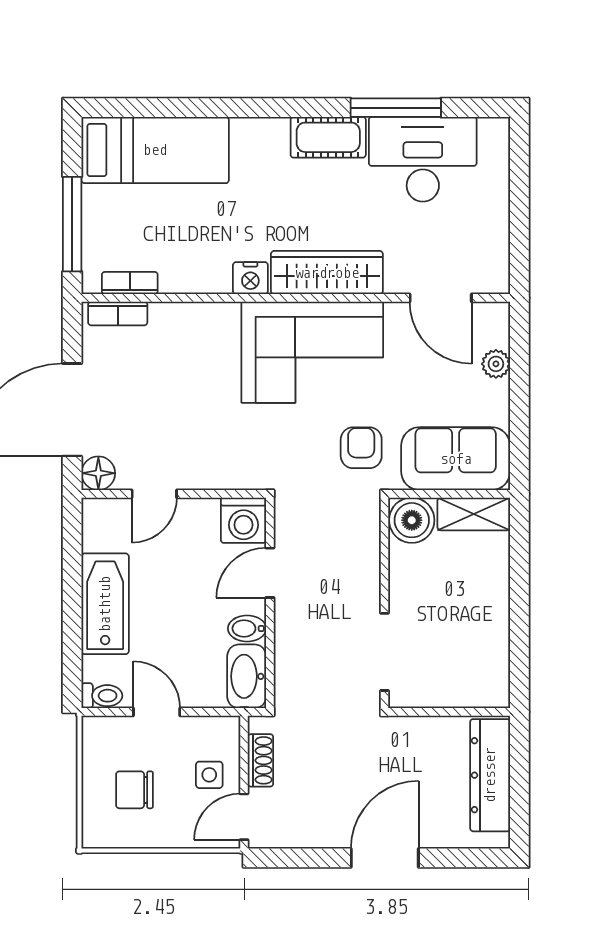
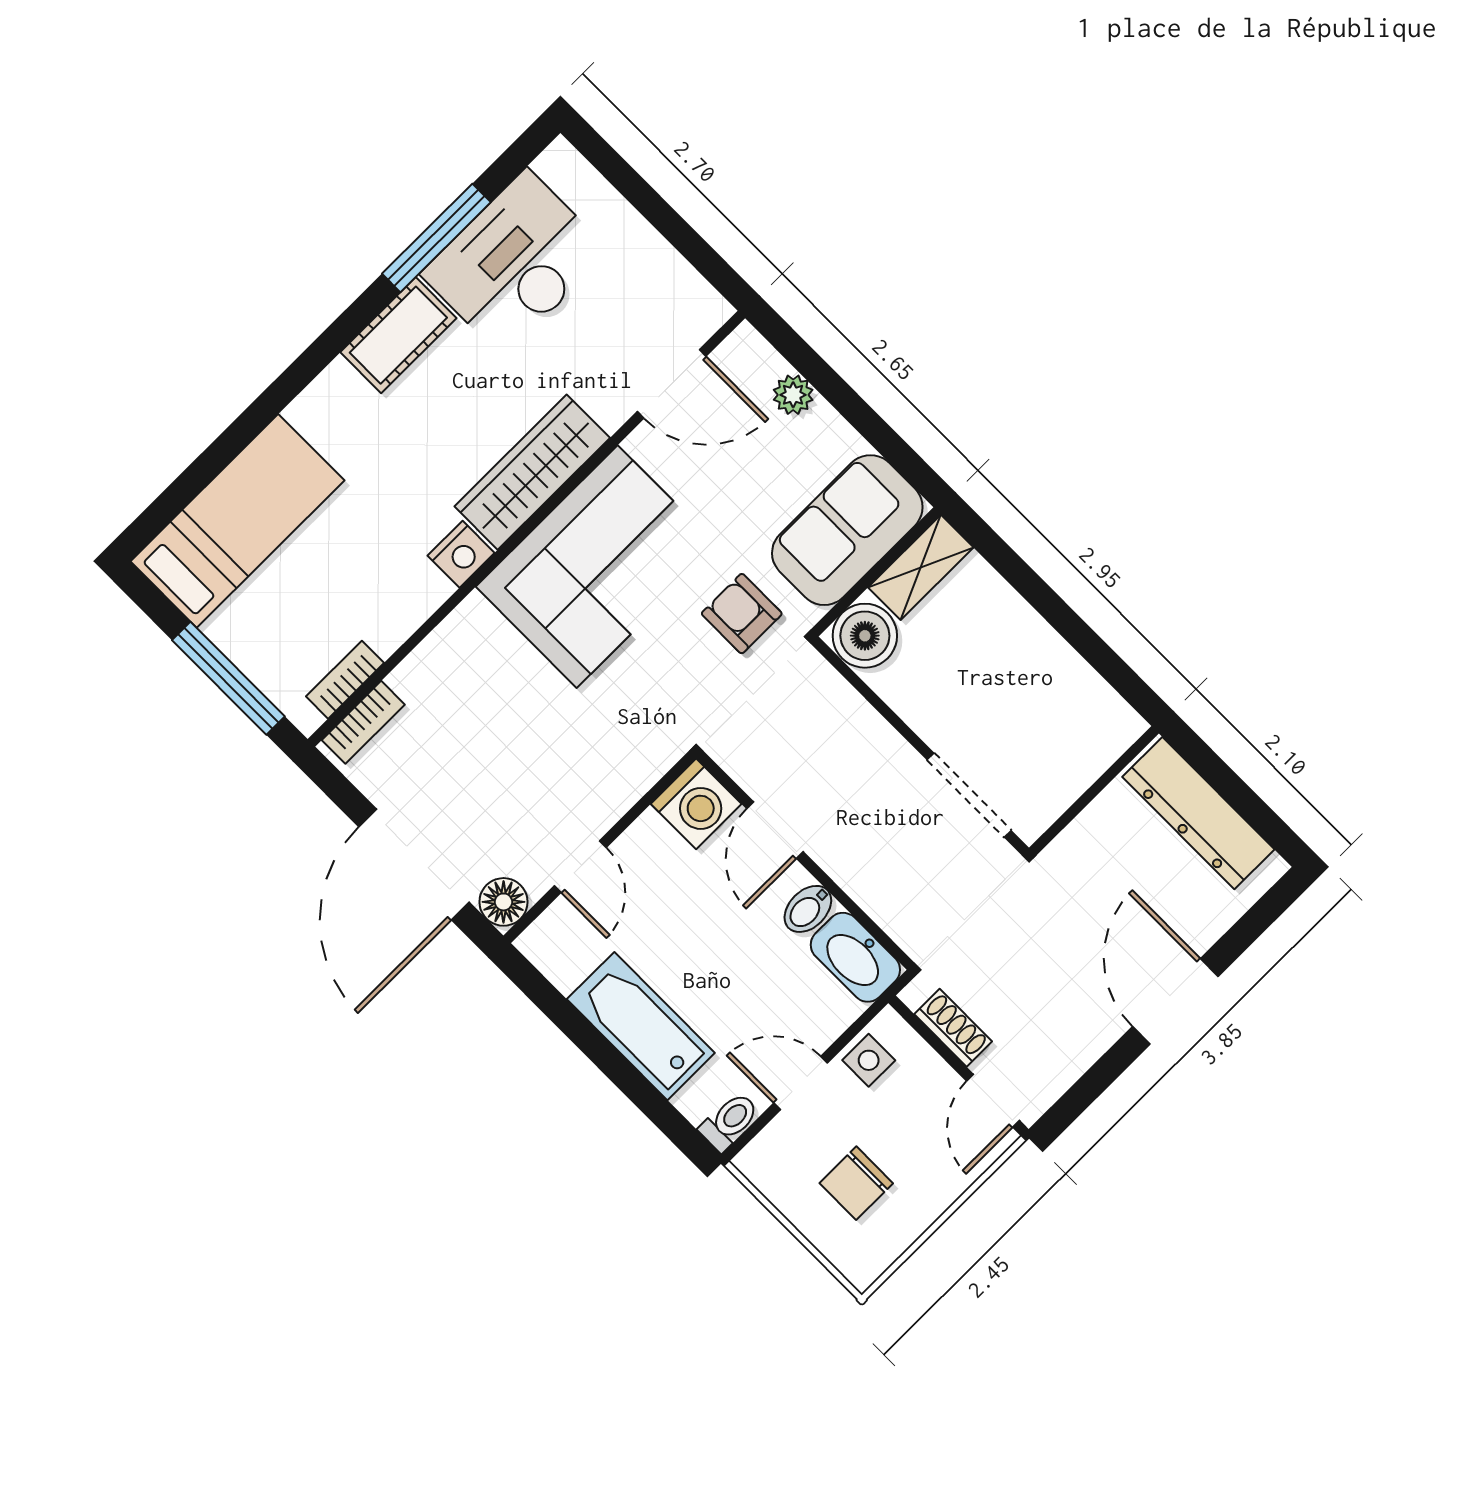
side table: (209, 775) -> (869, 1060), moved

